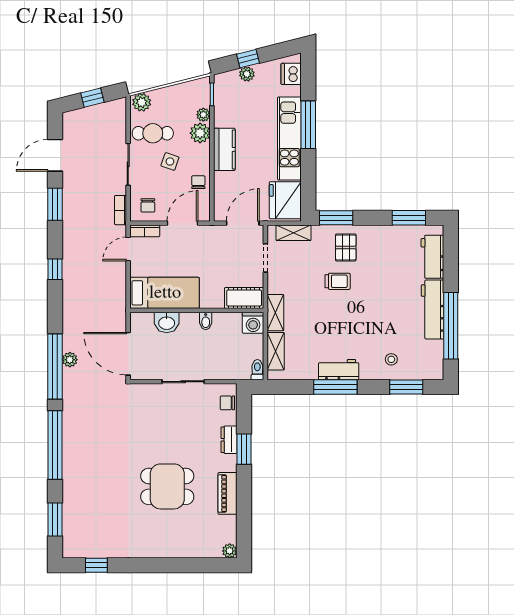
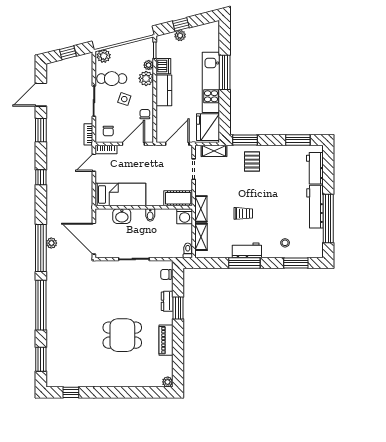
dishwasher: (291, 74) -> (163, 66), moved, turned 180
trolley: (338, 281) -> (243, 213), moved

